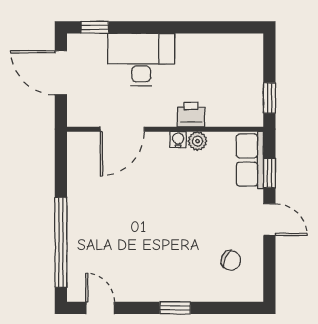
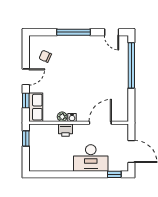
door: (269, 220) -> (26, 77), swing flipped
window: (175, 308) -> (74, 32), width x2.17

